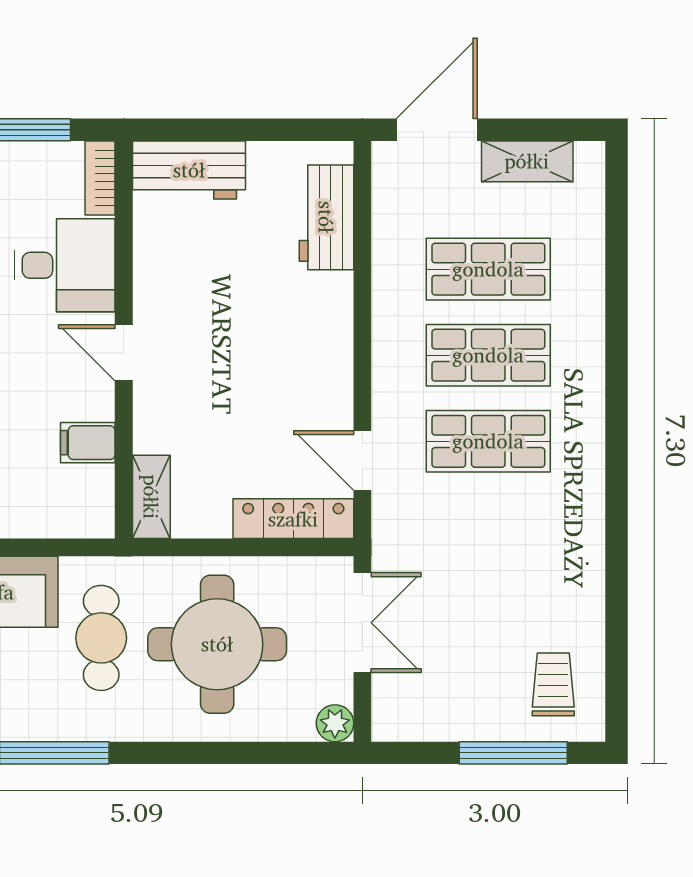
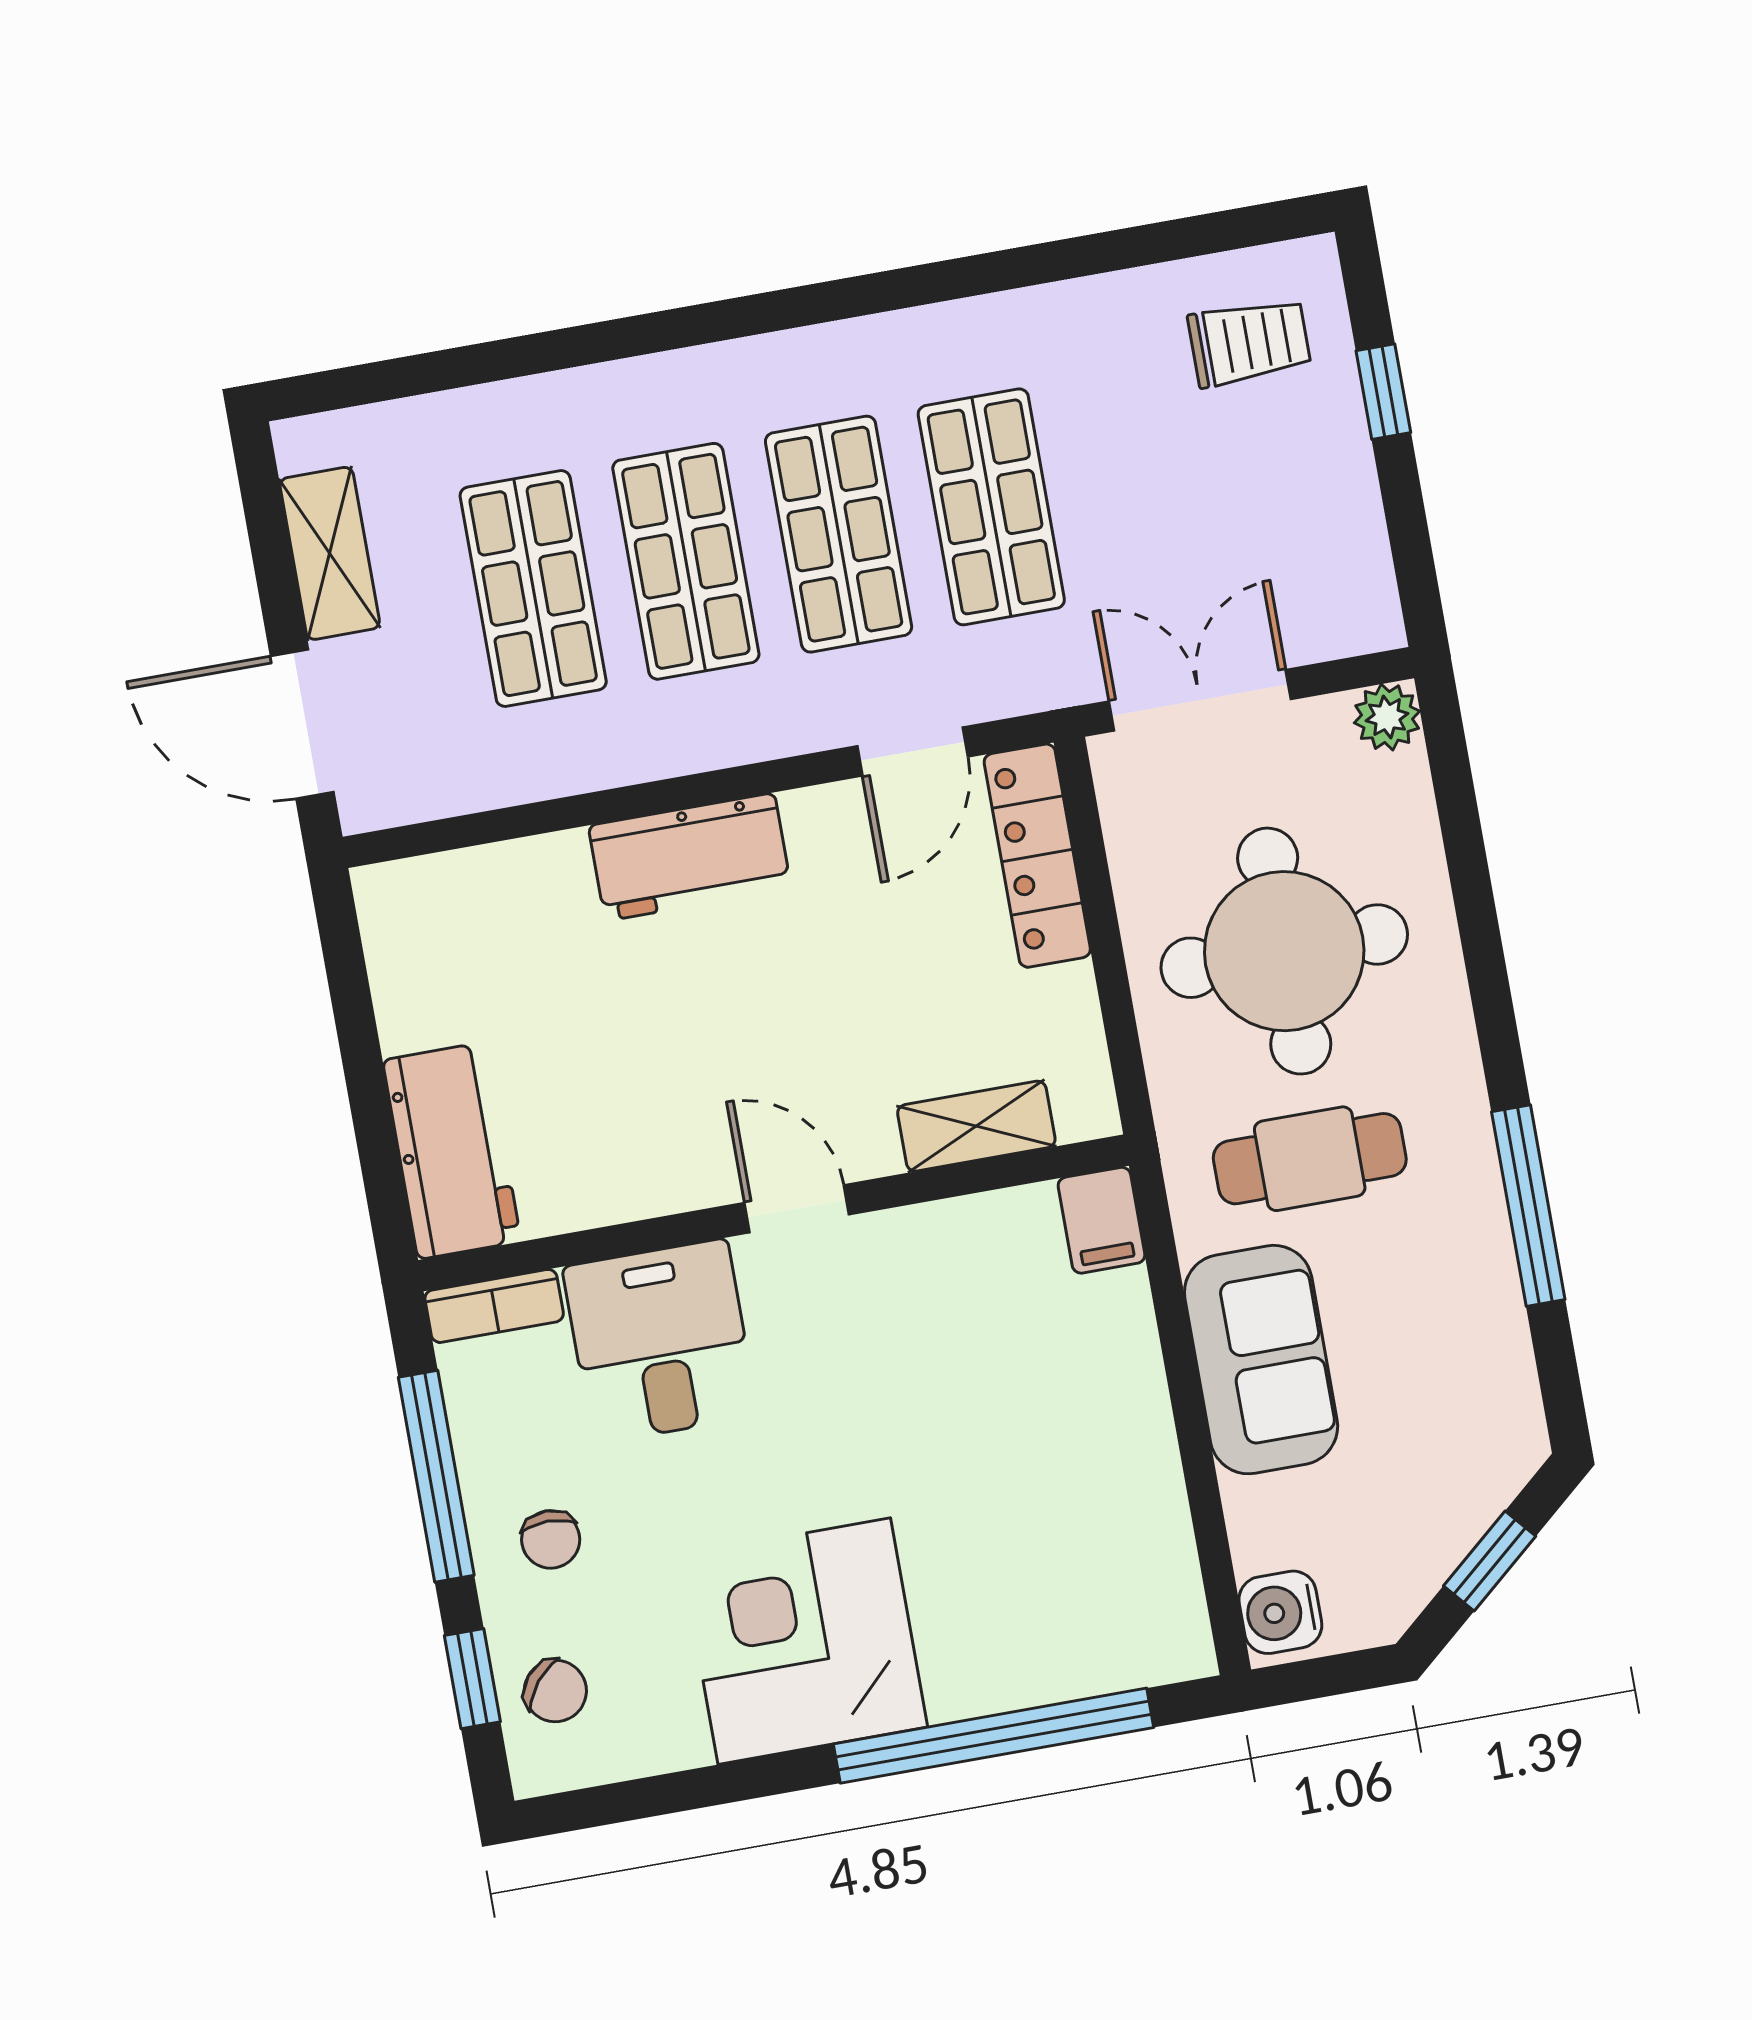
workbench: (326, 217) -> (690, 857), moved
door: (124, 353) -> (797, 1209), swing flipped
filing cabinet: (88, 443) -> (1101, 1220), moved
shelving: (151, 497) -> (976, 1126), moved
shop shelf: (488, 527) -> (991, 507), added
trolley: (553, 684) -> (1249, 342), turned 180
window: (513, 753) -> (1383, 392), width x0.46

